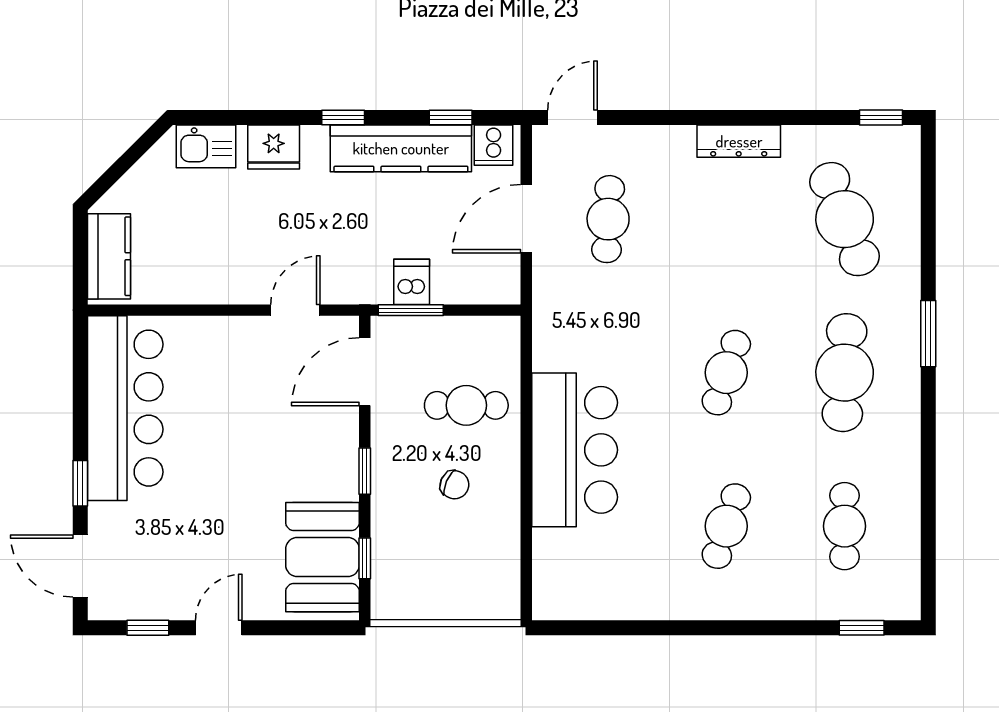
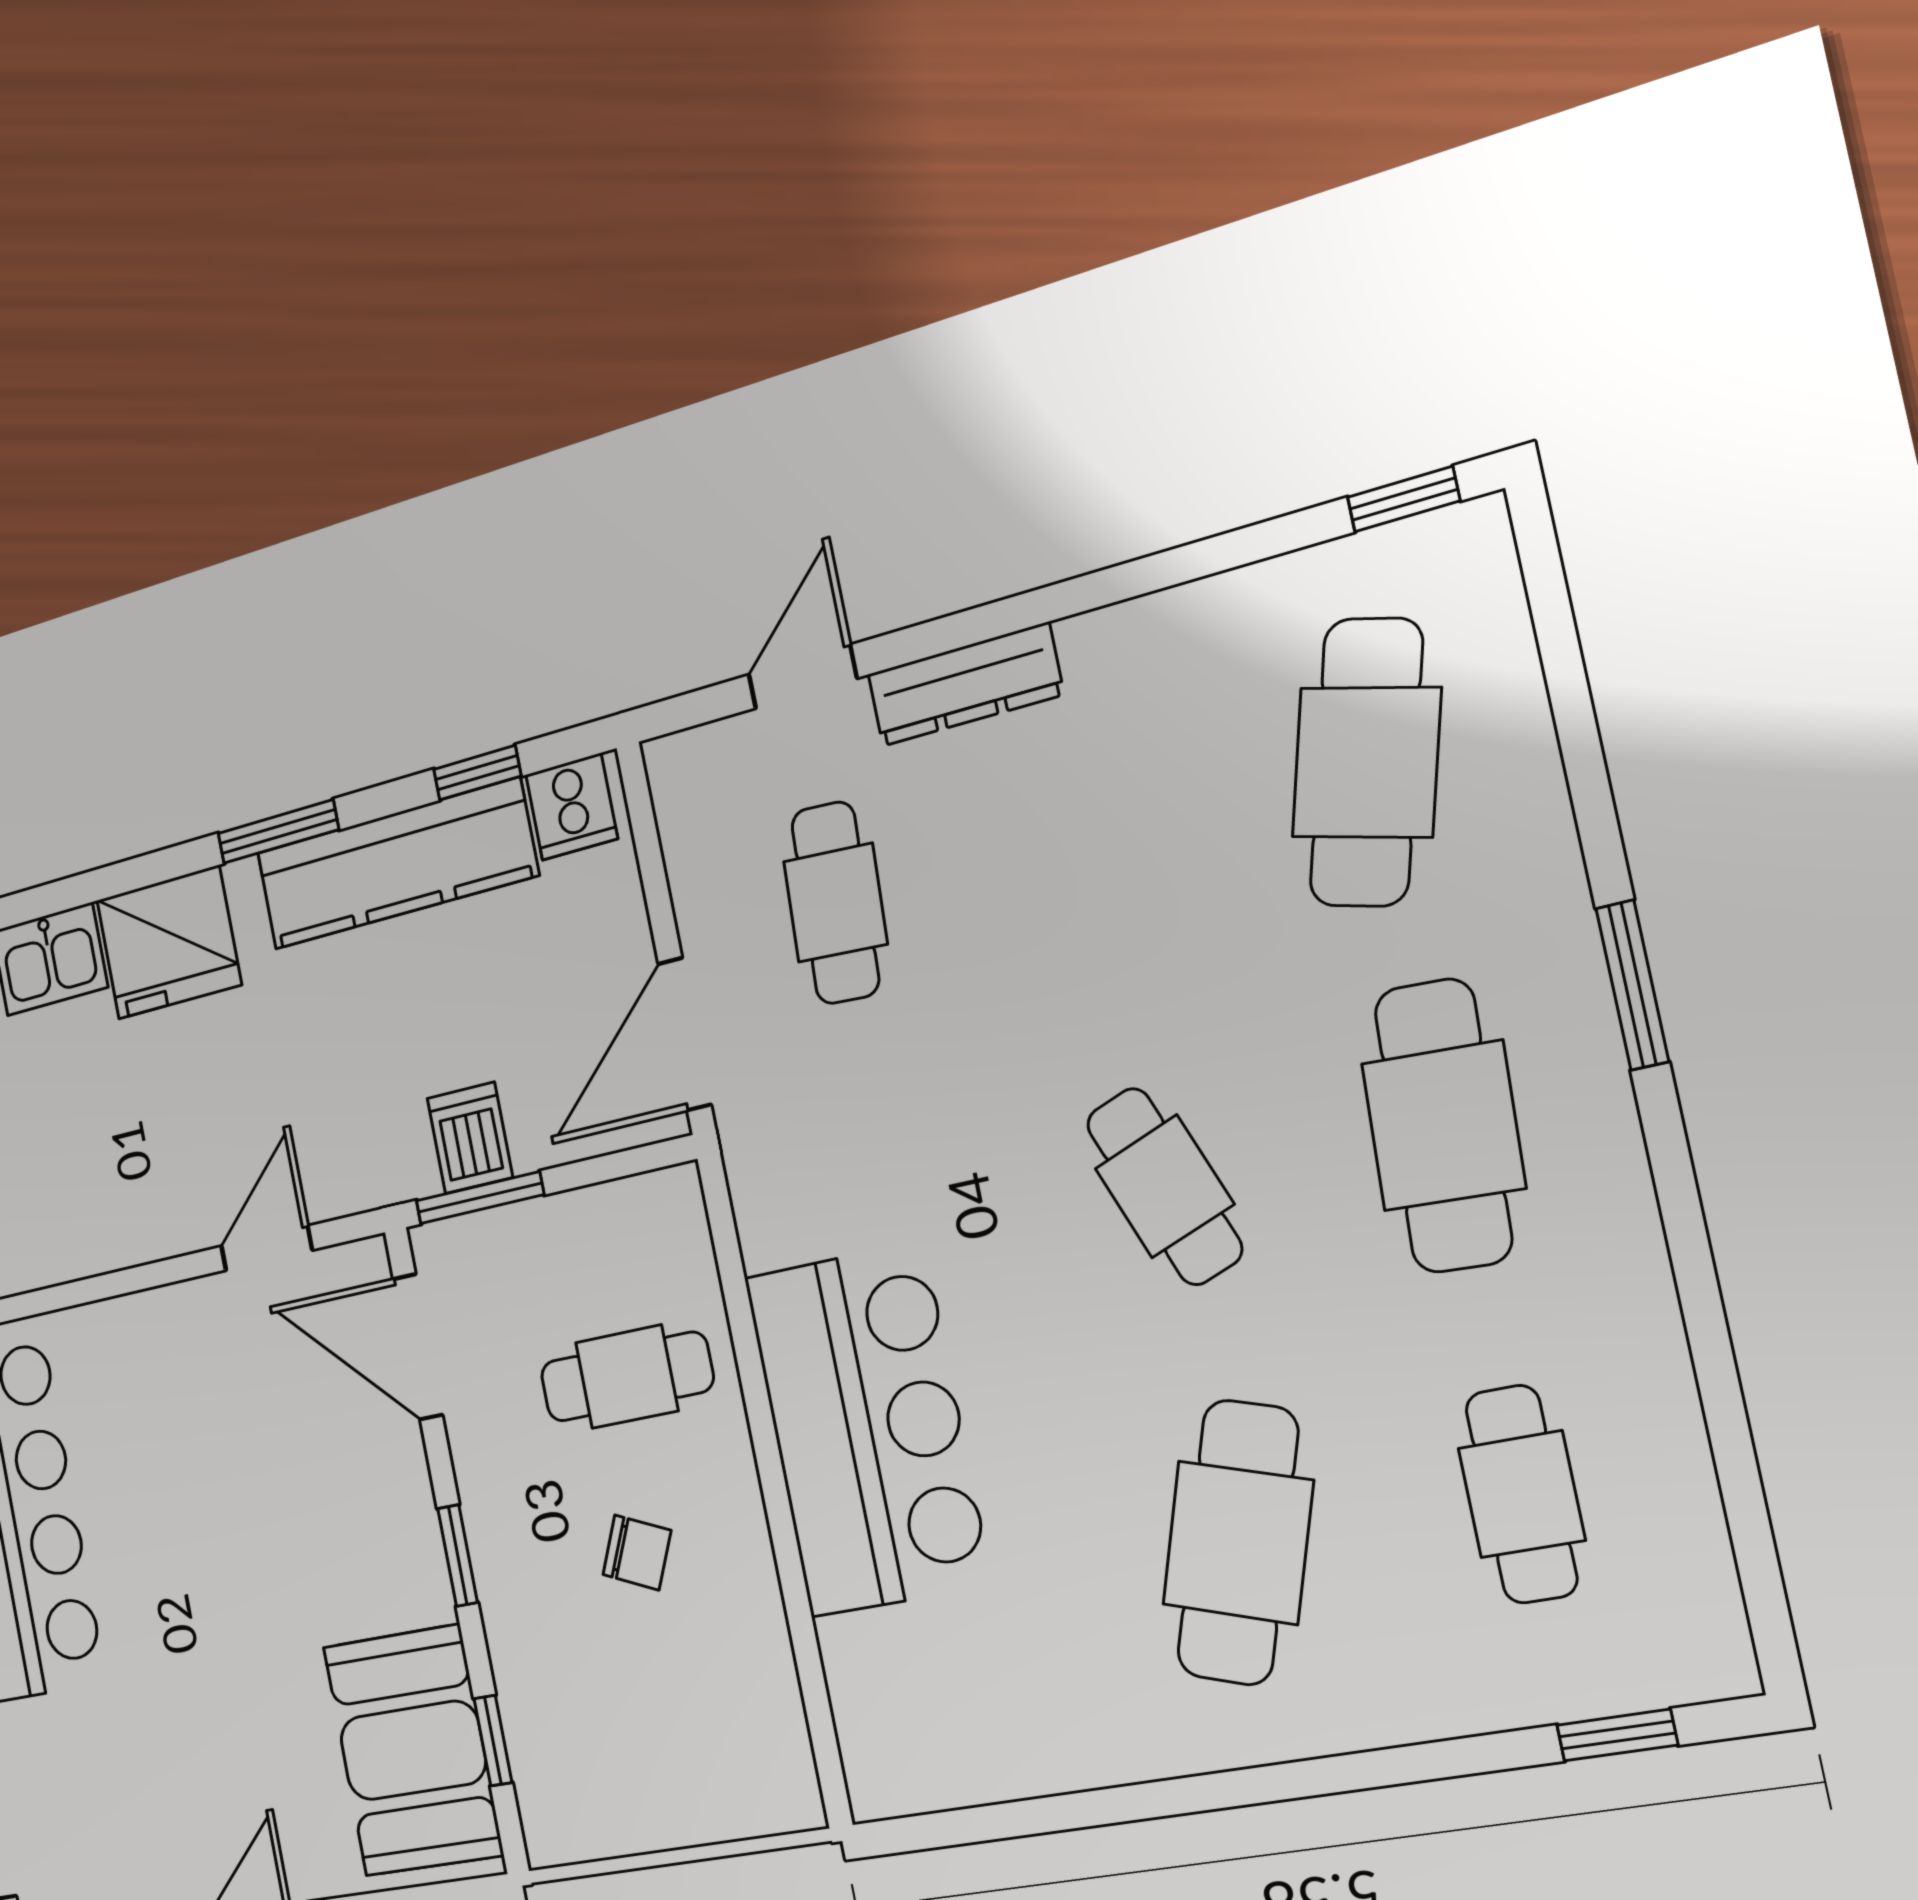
window: (343, 117) -> (278, 832), width x1.50
door: (573, 117) -> (803, 677), moved
dresser: (739, 141) -> (965, 684), moved
fridge: (274, 147) -> (169, 942), width x1.36, depth x1.34
door: (526, 219) -> (685, 1034), moved
cafe table: (845, 219) -> (1366, 762), turned 36
door: (365, 372) -> (418, 1347), hinge flipped
cafe table: (726, 373) -> (1164, 1186), turned -39
cafe table: (726, 526) -> (1238, 1543), width x1.37, depth x1.35

